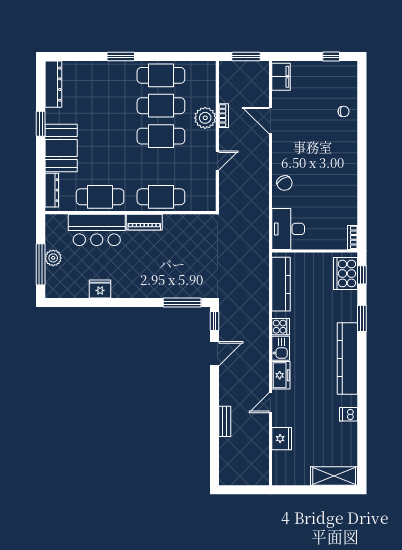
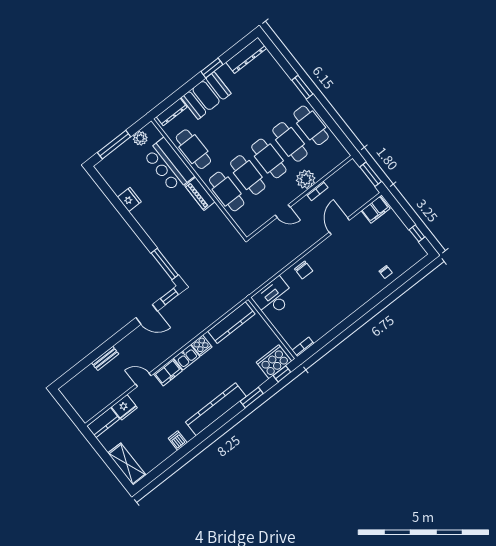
cafe table: (161, 166) -> (248, 175), added
chair: (285, 183) -> (304, 270), turned -59
plant: (53, 258) -> (140, 138), moved
kitchen counter: (281, 468) -> (103, 423), added

